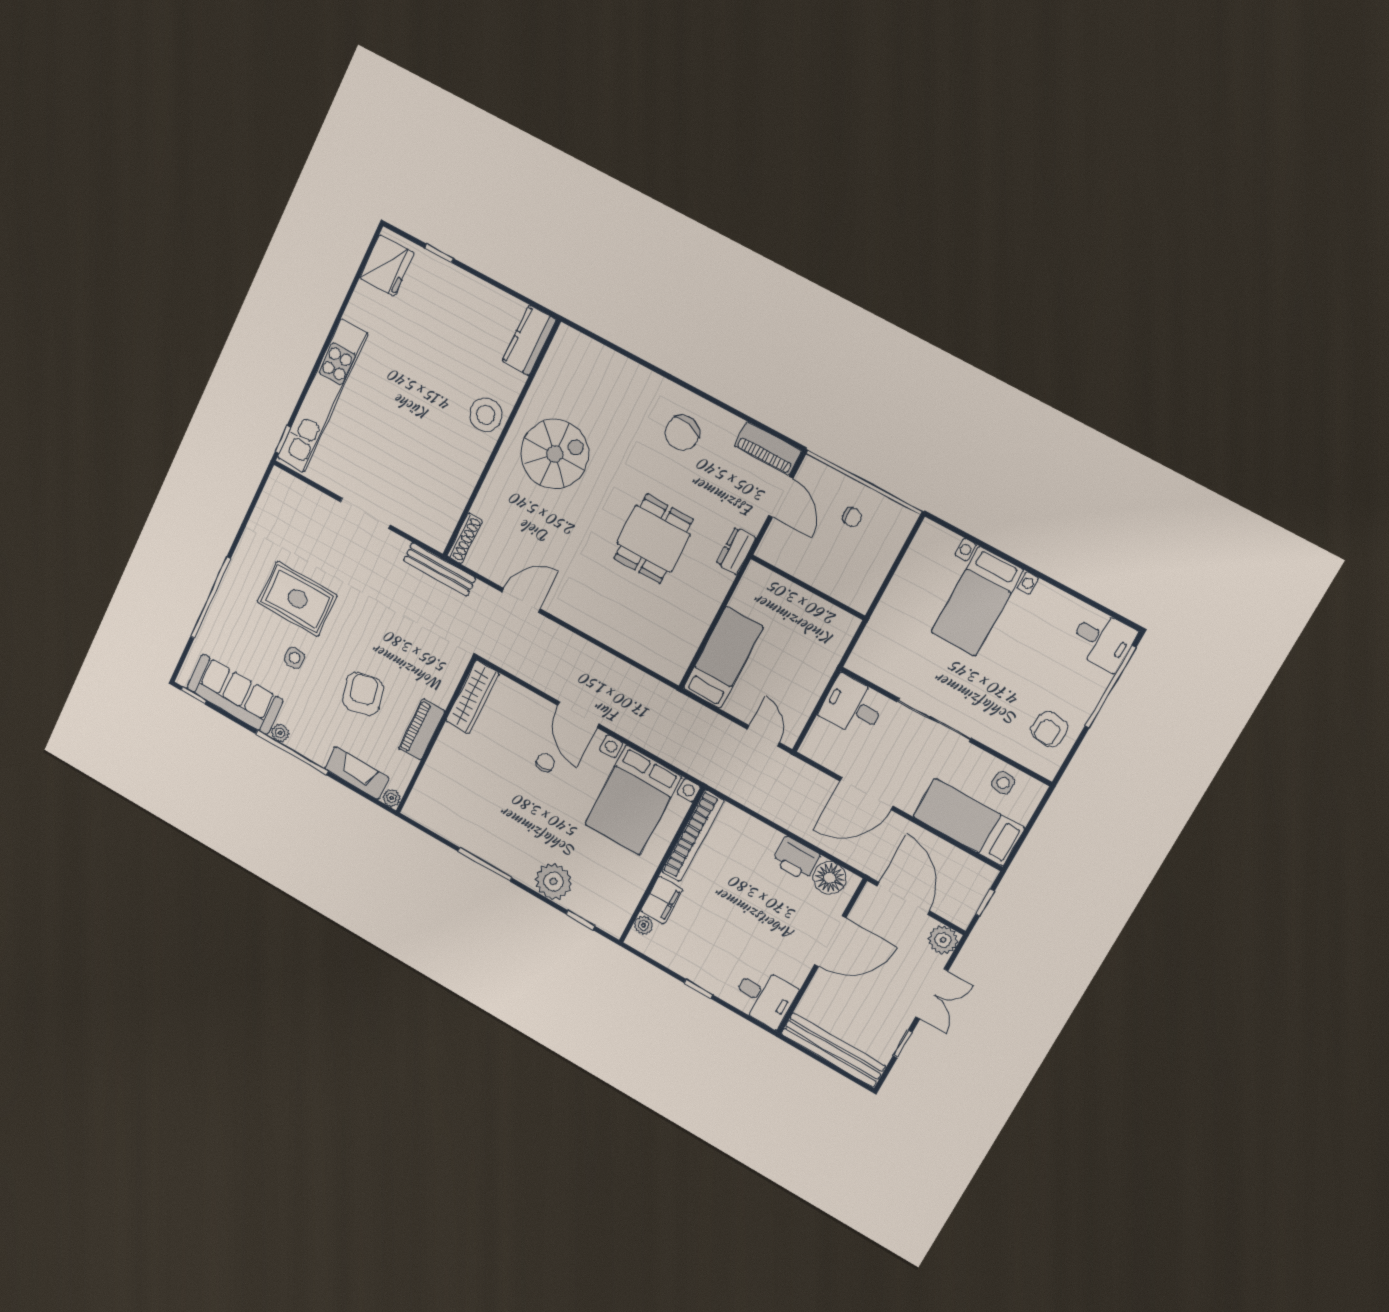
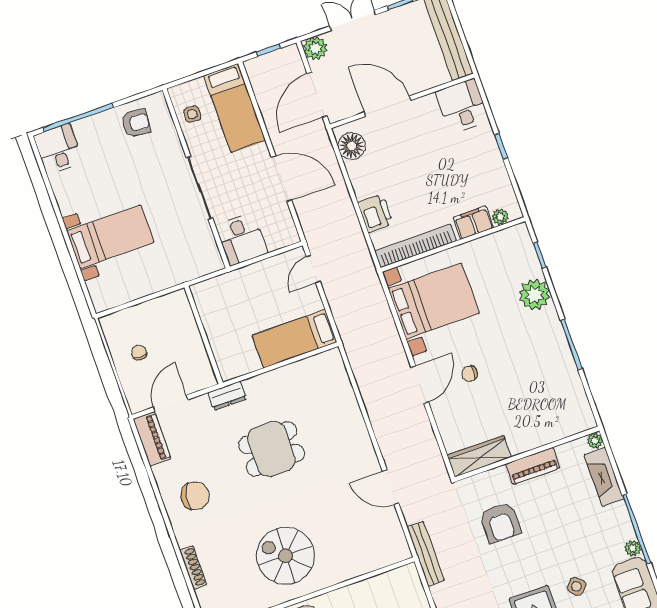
shoe rack: (465, 538) -> (193, 568), moved, turned 90
side table: (295, 658) -> (576, 586), turned 45
armchair: (363, 694) -> (500, 523), moved, turned -77
printer: (796, 859) -> (375, 213), moved

